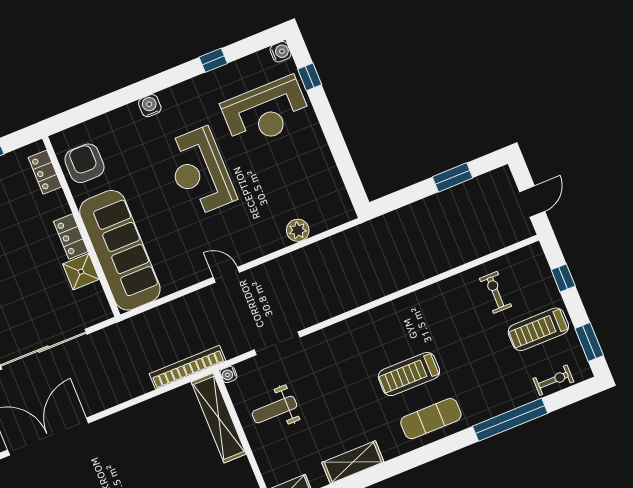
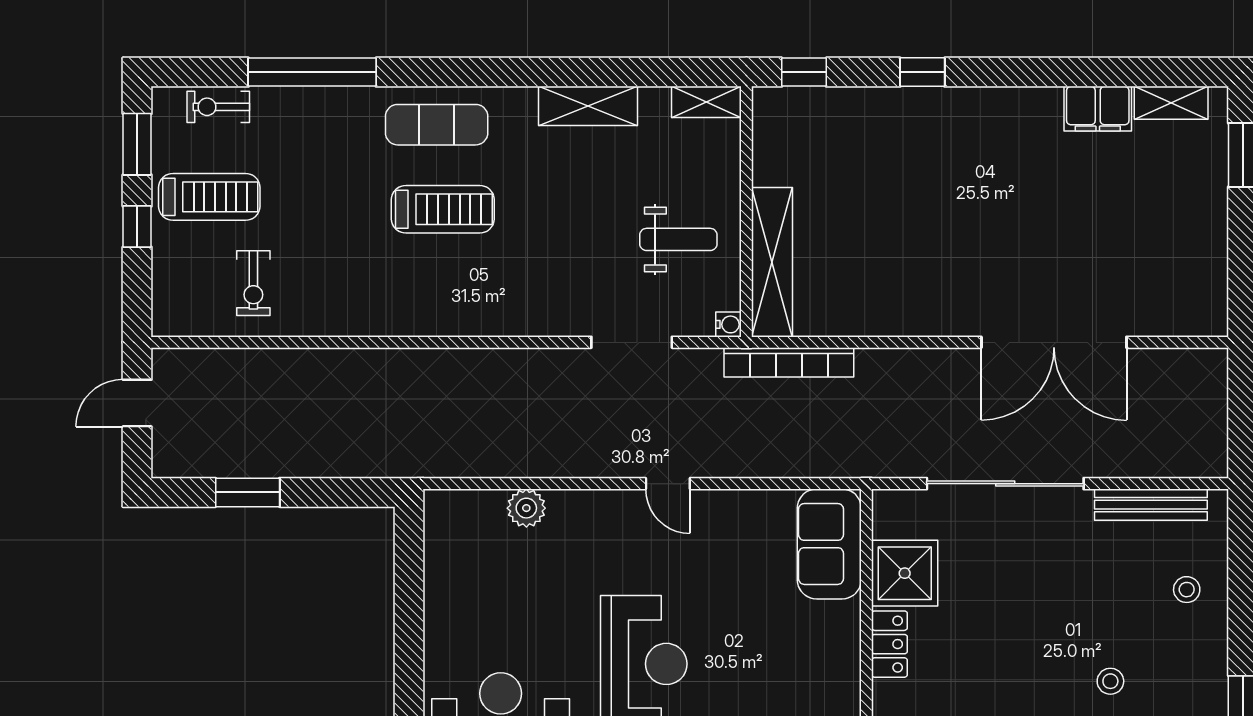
sofa: (120, 250) -> (829, 544), width x0.54, depth x0.79
shower: (81, 272) -> (905, 573), width x1.36, depth x1.36
window: (563, 278) -> (137, 227), moved

